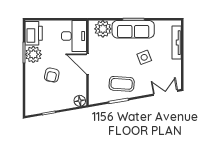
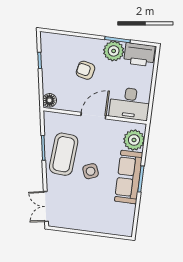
tv unit: (177, 43) -> (105, 228), removed
side table: (144, 57) -> (91, 171), moved
coffee table: (122, 84) -> (64, 154), width x1.36, depth x1.32
double door: (165, 93) -> (46, 206), swing flipped

